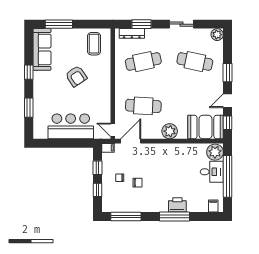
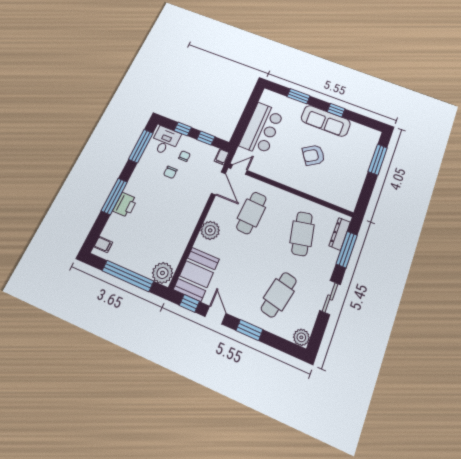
window: (141, 24) -> (347, 249), width x1.44
coffee table: (94, 44) -> (343, 188), removed
sofa: (42, 49) -> (326, 121), moved
desk: (212, 172) -> (165, 141), moved, turned 180

